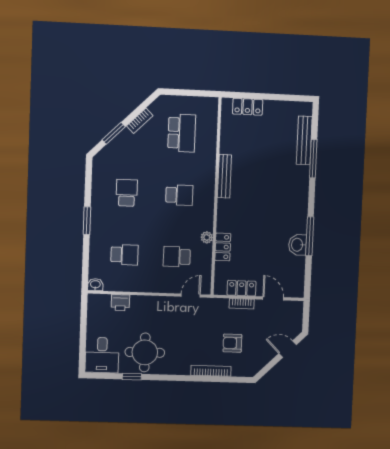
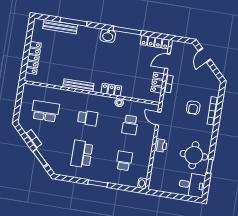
locker: (248, 107) -> (33, 58), width x1.53
school desk: (127, 193) -> (82, 154), width x1.85
school desk: (179, 195) -> (88, 118), turned 90
washbasin: (298, 245) -> (108, 36), moved
locker: (223, 247) -> (111, 90), moved
locker: (298, 277) -> (155, 42), added
printer: (120, 303) -> (161, 145), moved
armchair: (232, 343) -> (193, 108), moved

